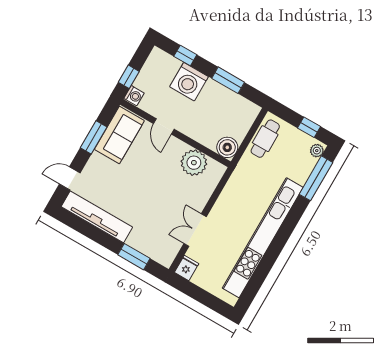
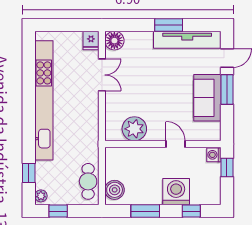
sofa: (119, 135) -> (207, 98), moved
window: (94, 137) -> (227, 90), moved
boiler: (227, 147) -> (115, 190), moved
window: (316, 178) -> (29, 173), width x0.46
floor lamp: (165, 255) -> (114, 41), added
window: (134, 257) -> (169, 25), moved

